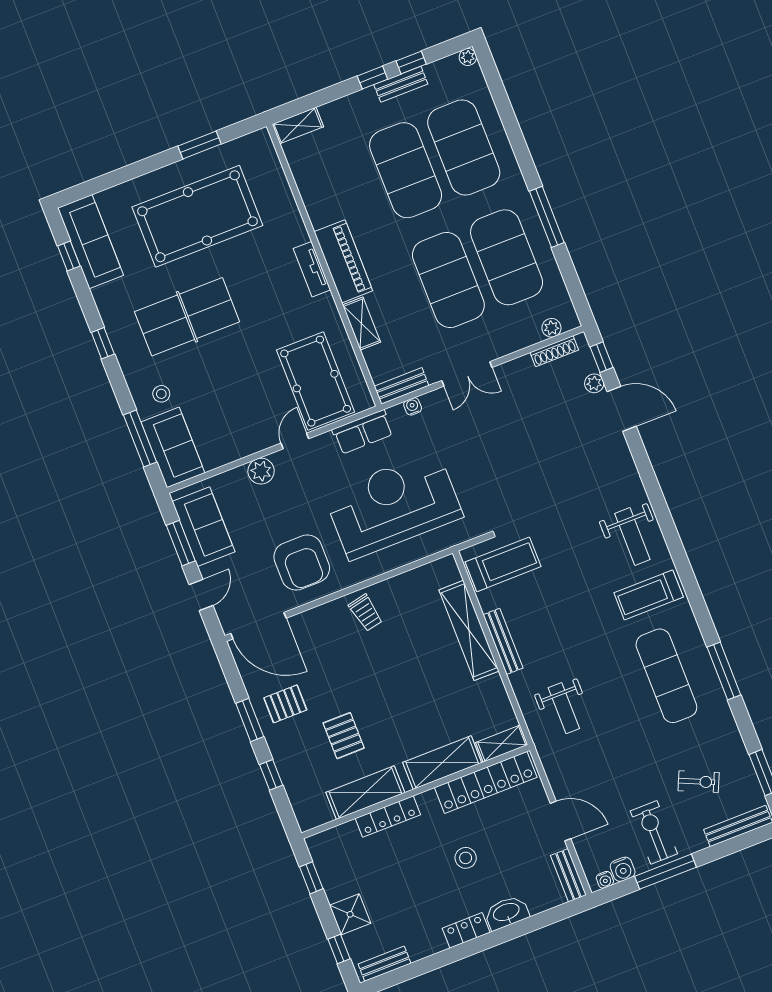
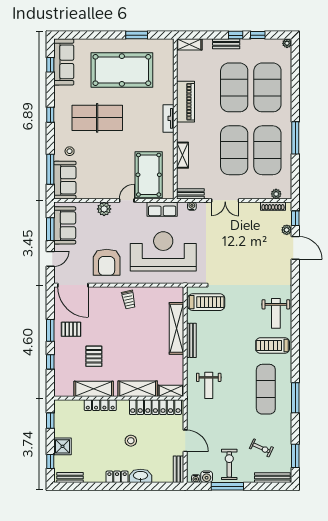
bench: (401, 84) -> (226, 44), moved
piano: (343, 261) -> (186, 102), moved

